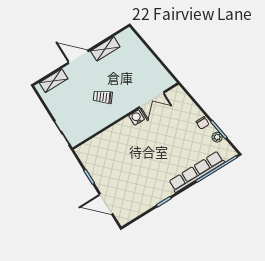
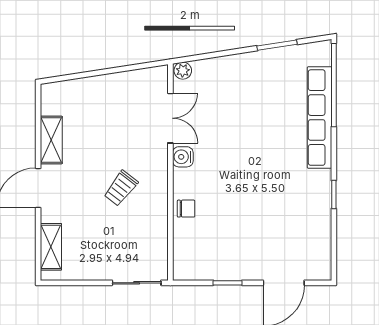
chair: (203, 123) -> (186, 209), moved
plant: (217, 137) -> (183, 71), moved

